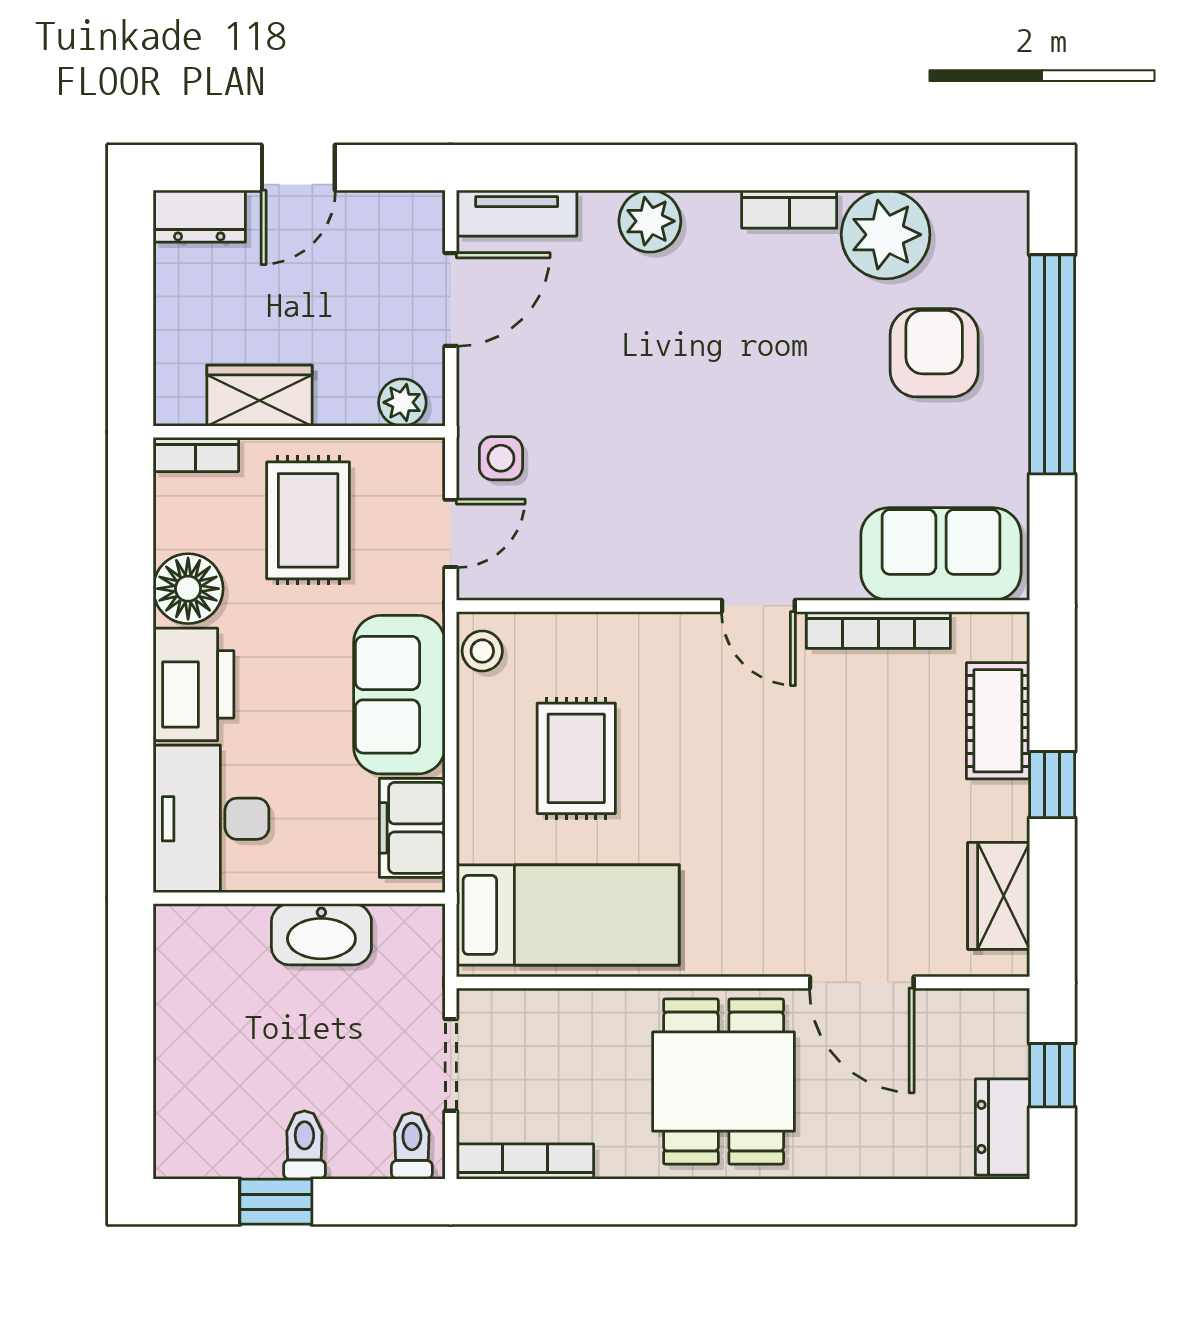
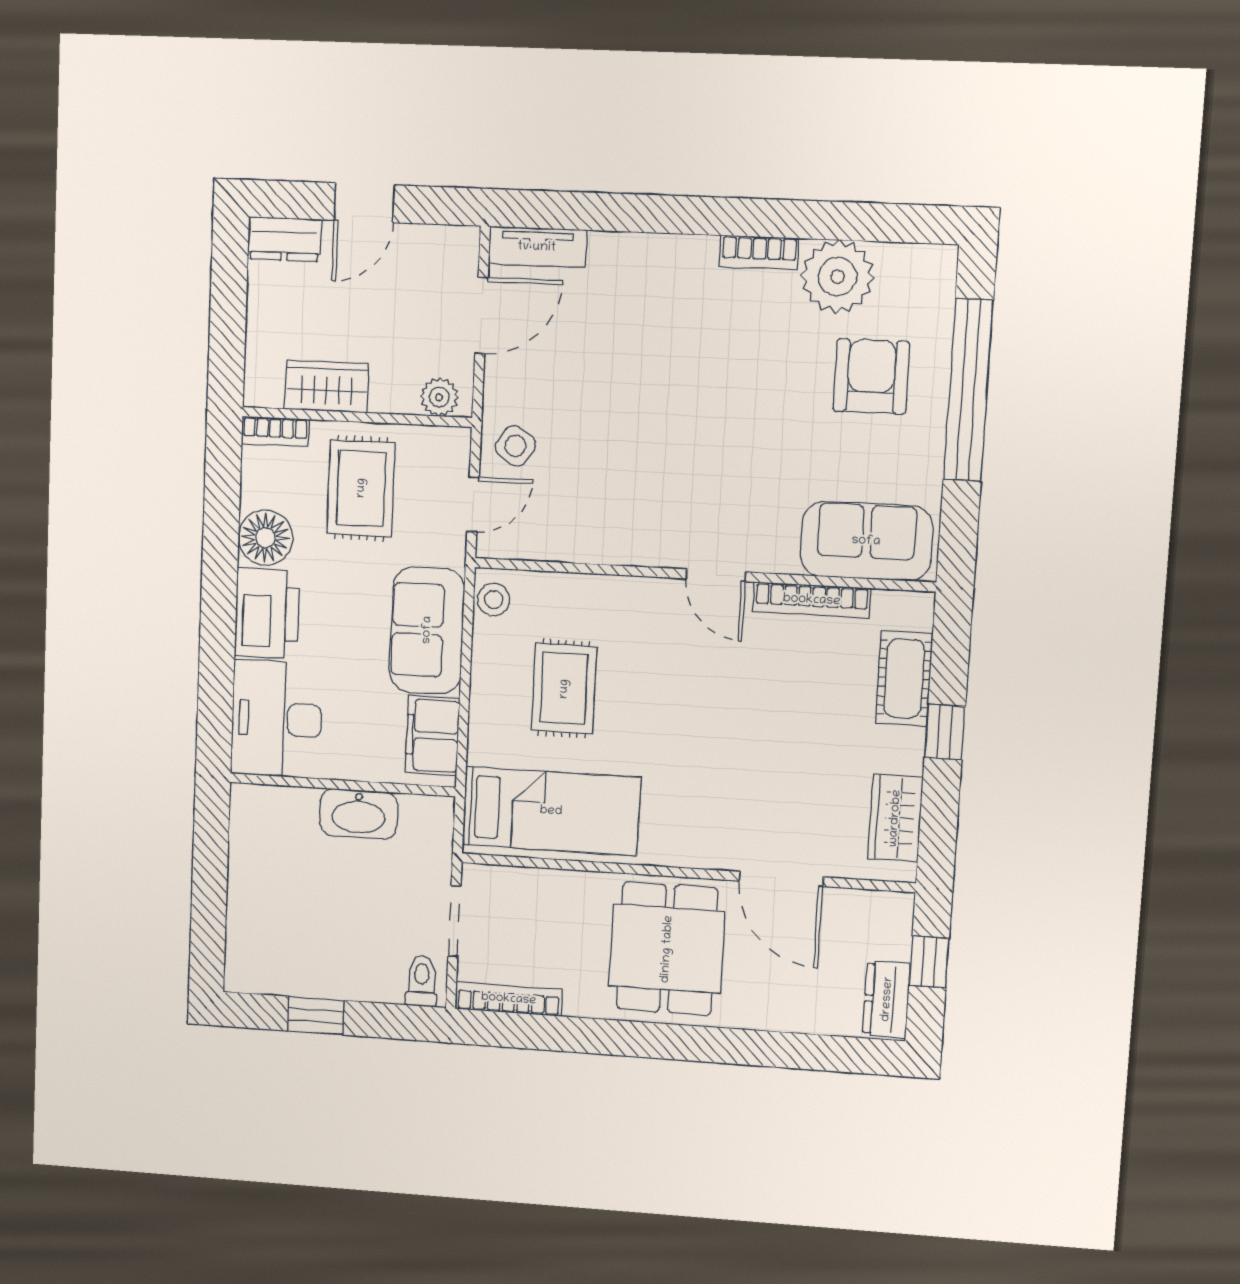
plant: (650, 221) -> (645, 258), removed
side table: (501, 458) -> (516, 446), turned 33
toilet: (304, 1145) -> (339, 974), removed

